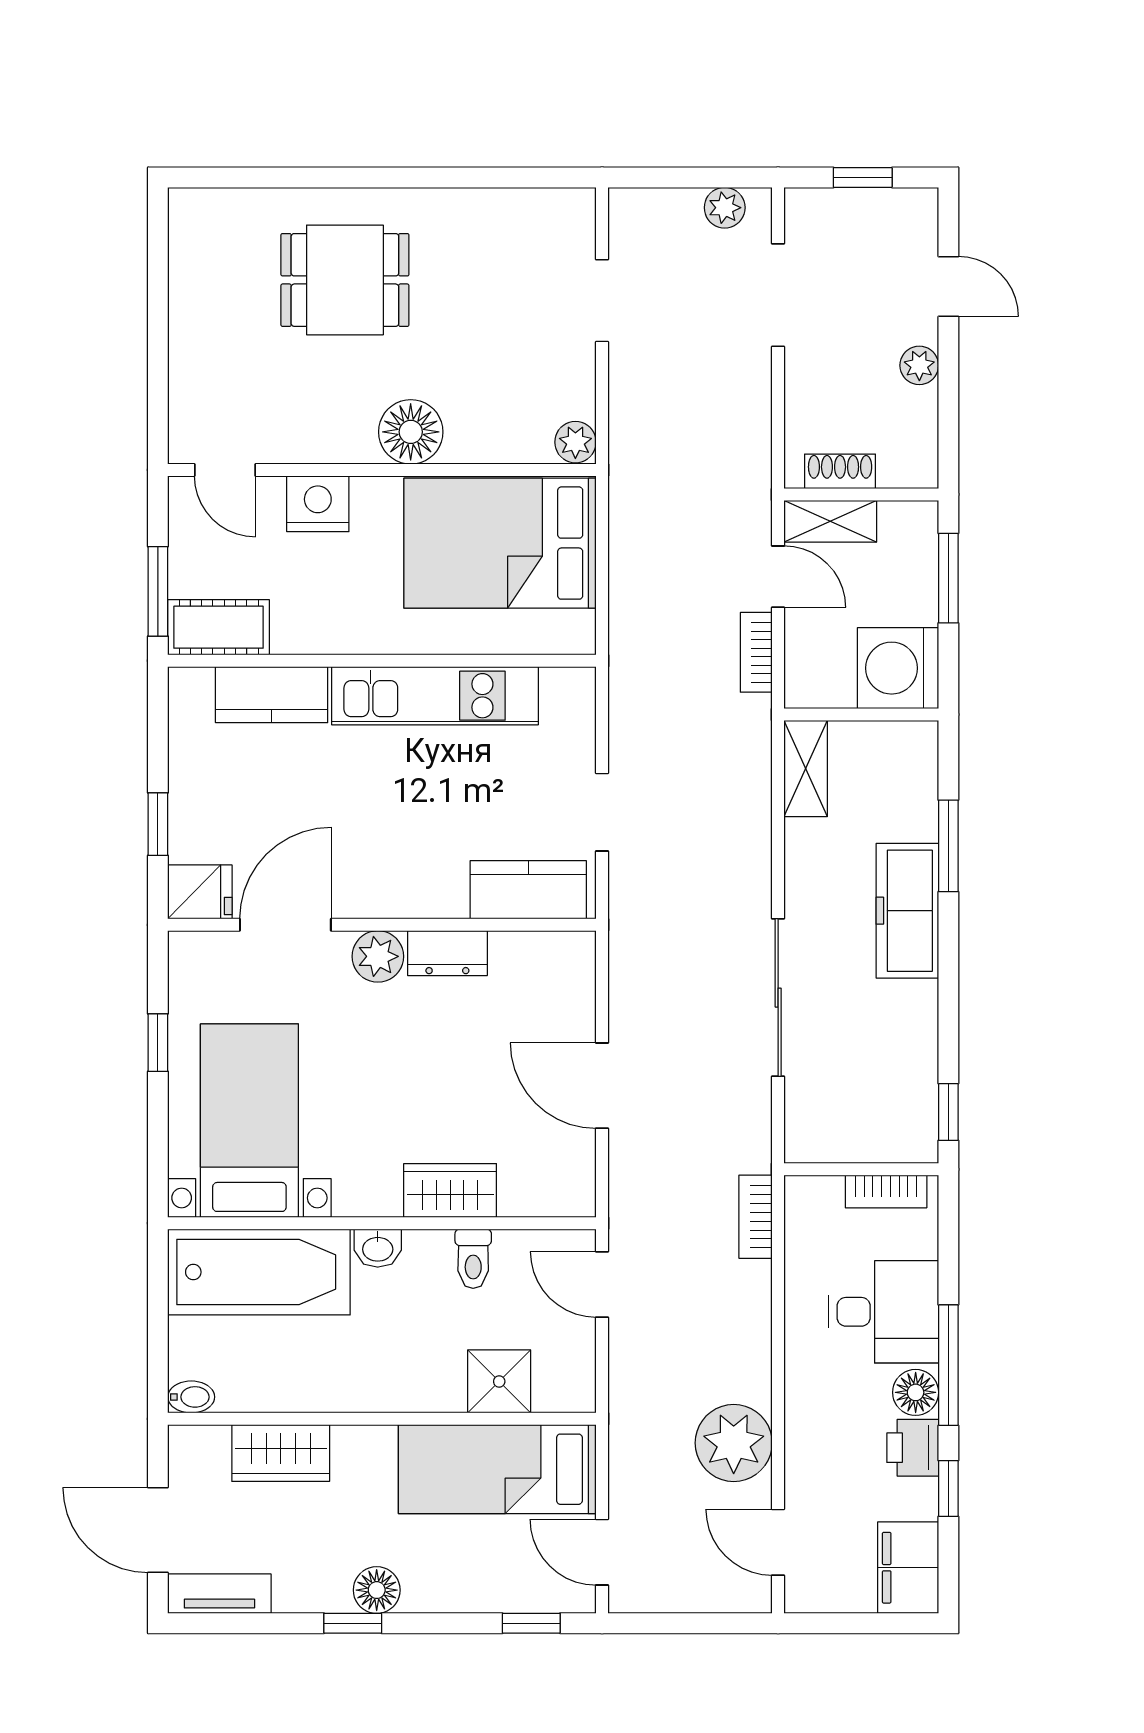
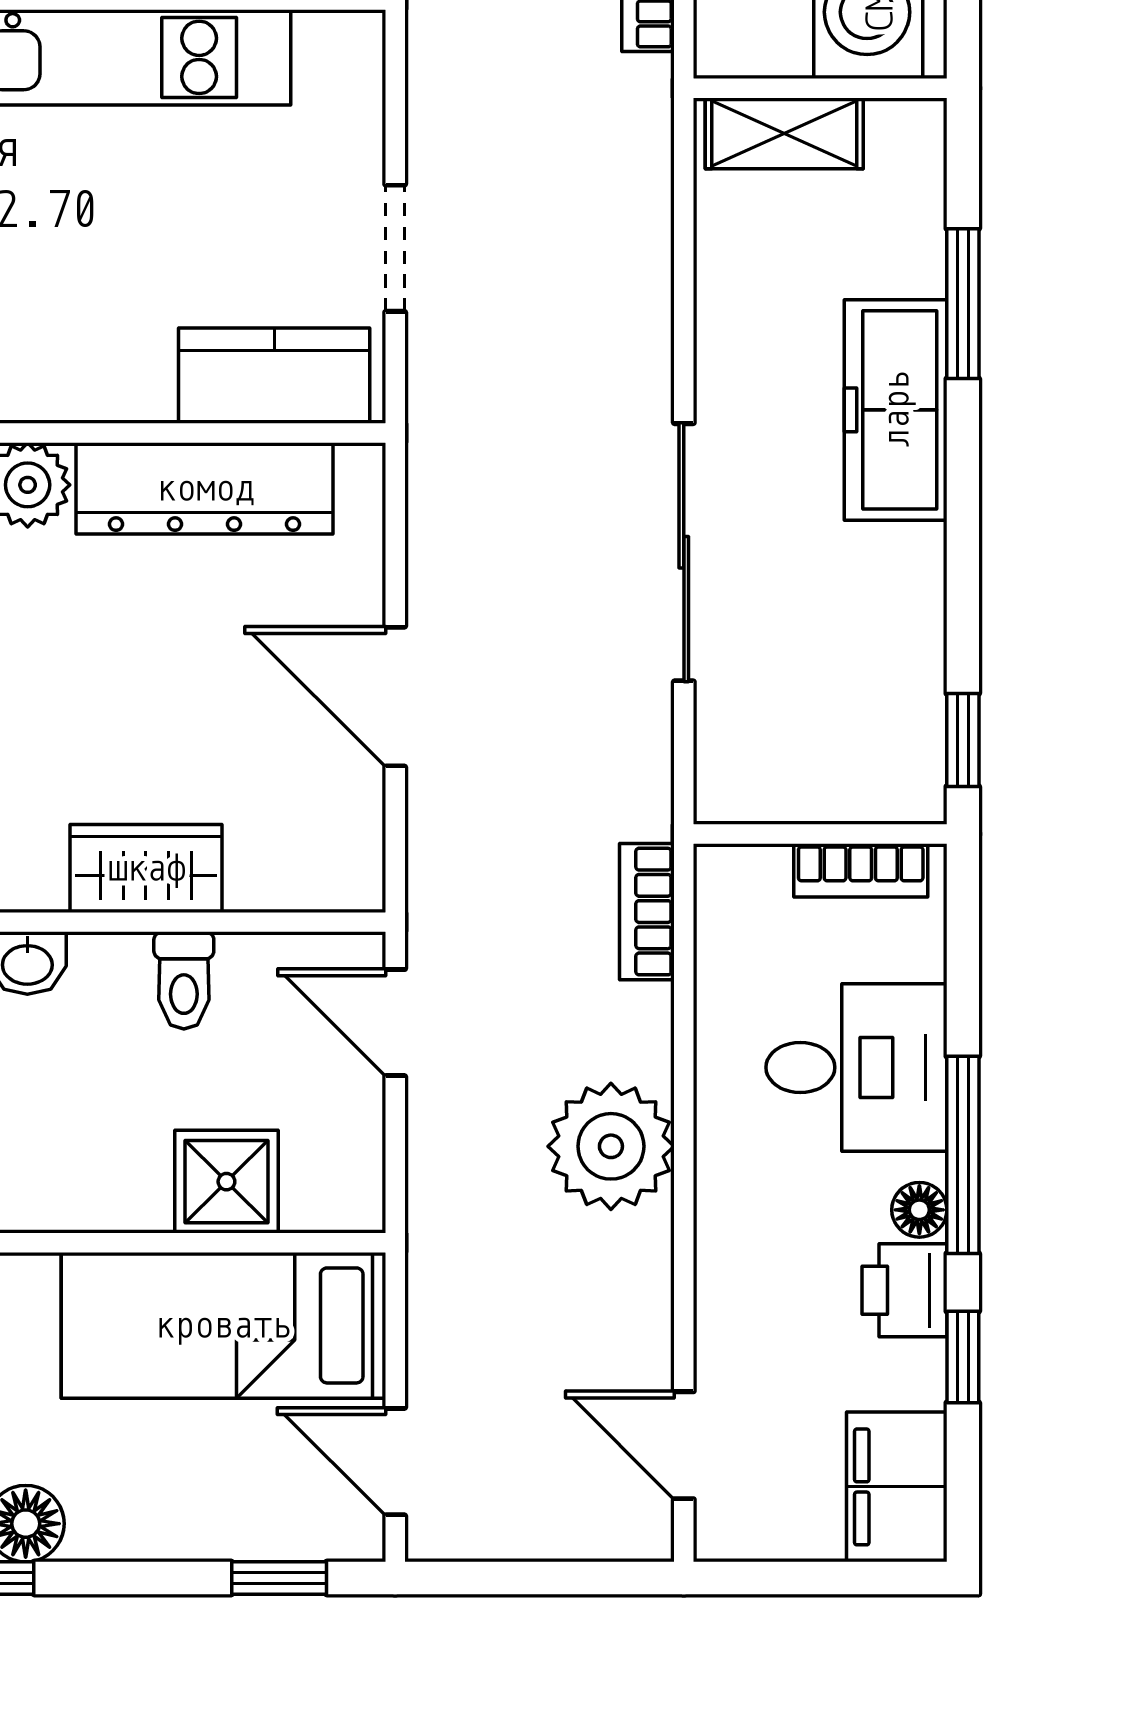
shelving: (806, 769) -> (784, 133), moved, turned 90
dresser: (447, 953) -> (205, 488), width x1.96, depth x1.24
floor lamp: (916, 1392) -> (919, 1210), width x0.73, depth x0.73
plant: (734, 1443) -> (611, 1146), moved

